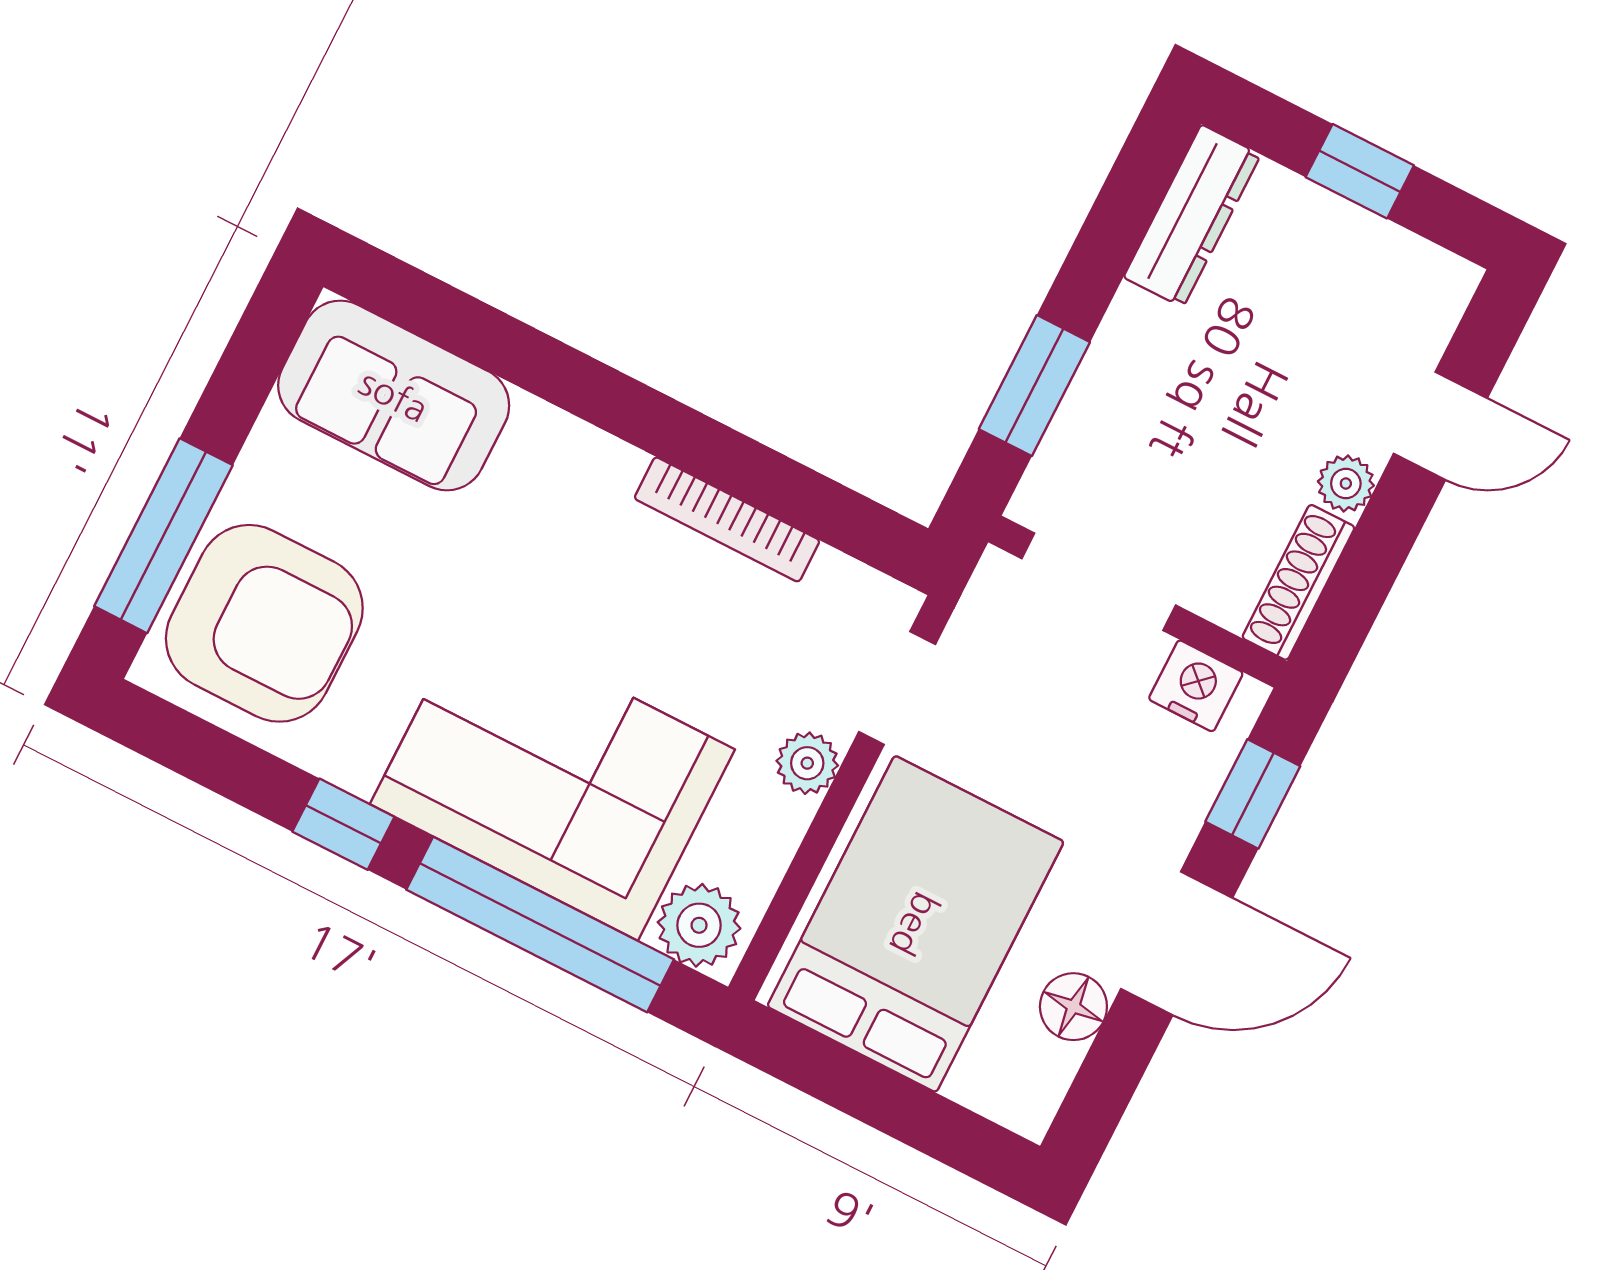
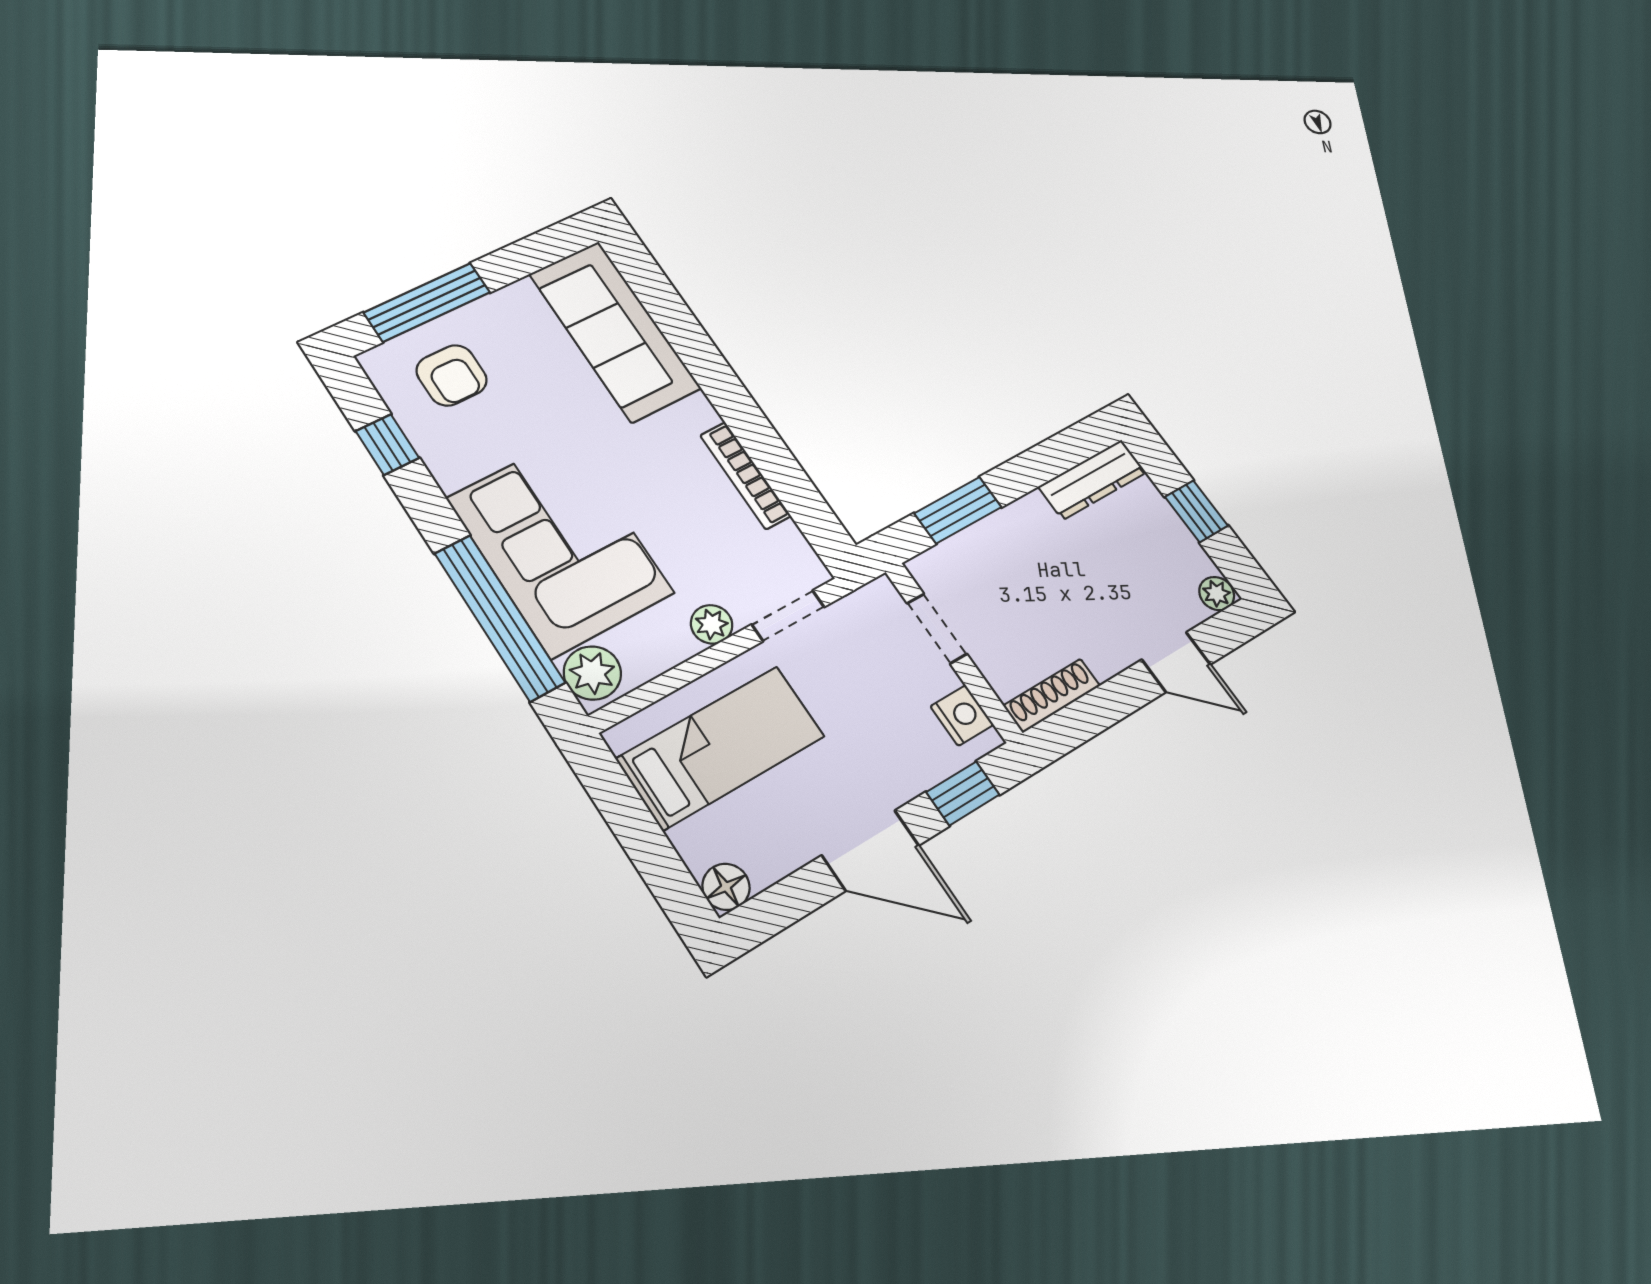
sofa: (394, 395) -> (615, 331), width x1.36
plant: (1346, 483) -> (1217, 594), moved
doorway: (1099, 582) -> (937, 629), width x0.73
armchair: (264, 623) -> (452, 375), width x0.53, depth x0.53
window: (343, 824) -> (387, 445), moved
bed: (915, 924) -> (721, 747), width x0.67
floor lamp: (1073, 1007) -> (726, 887), moved

